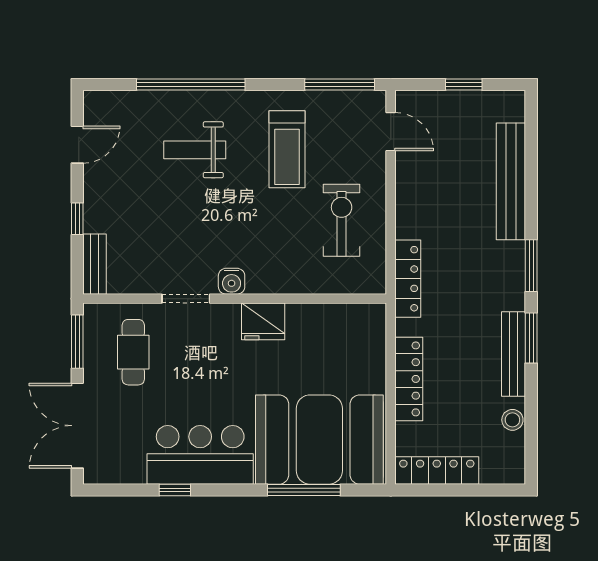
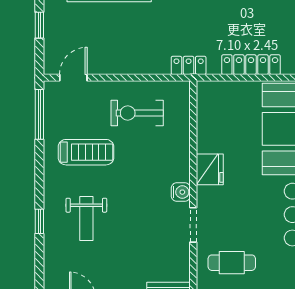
window: (191, 84) -> (39, 221), width x0.32
locker: (408, 279) -> (189, 65), width x0.66

